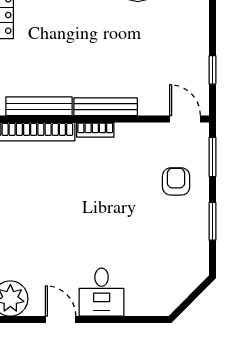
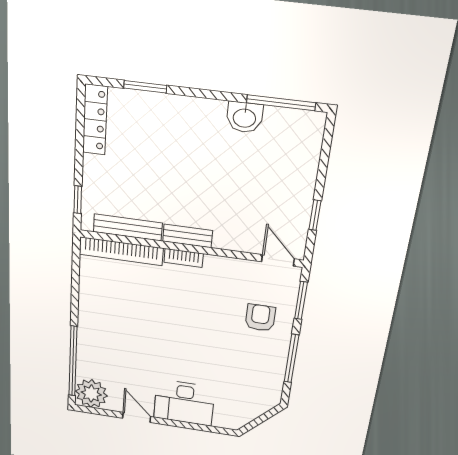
bench: (106, 107) -> (188, 236), width x0.73
window: (212, 221) -> (291, 358), width x1.44
desk: (102, 292) -> (184, 403), width x1.37

